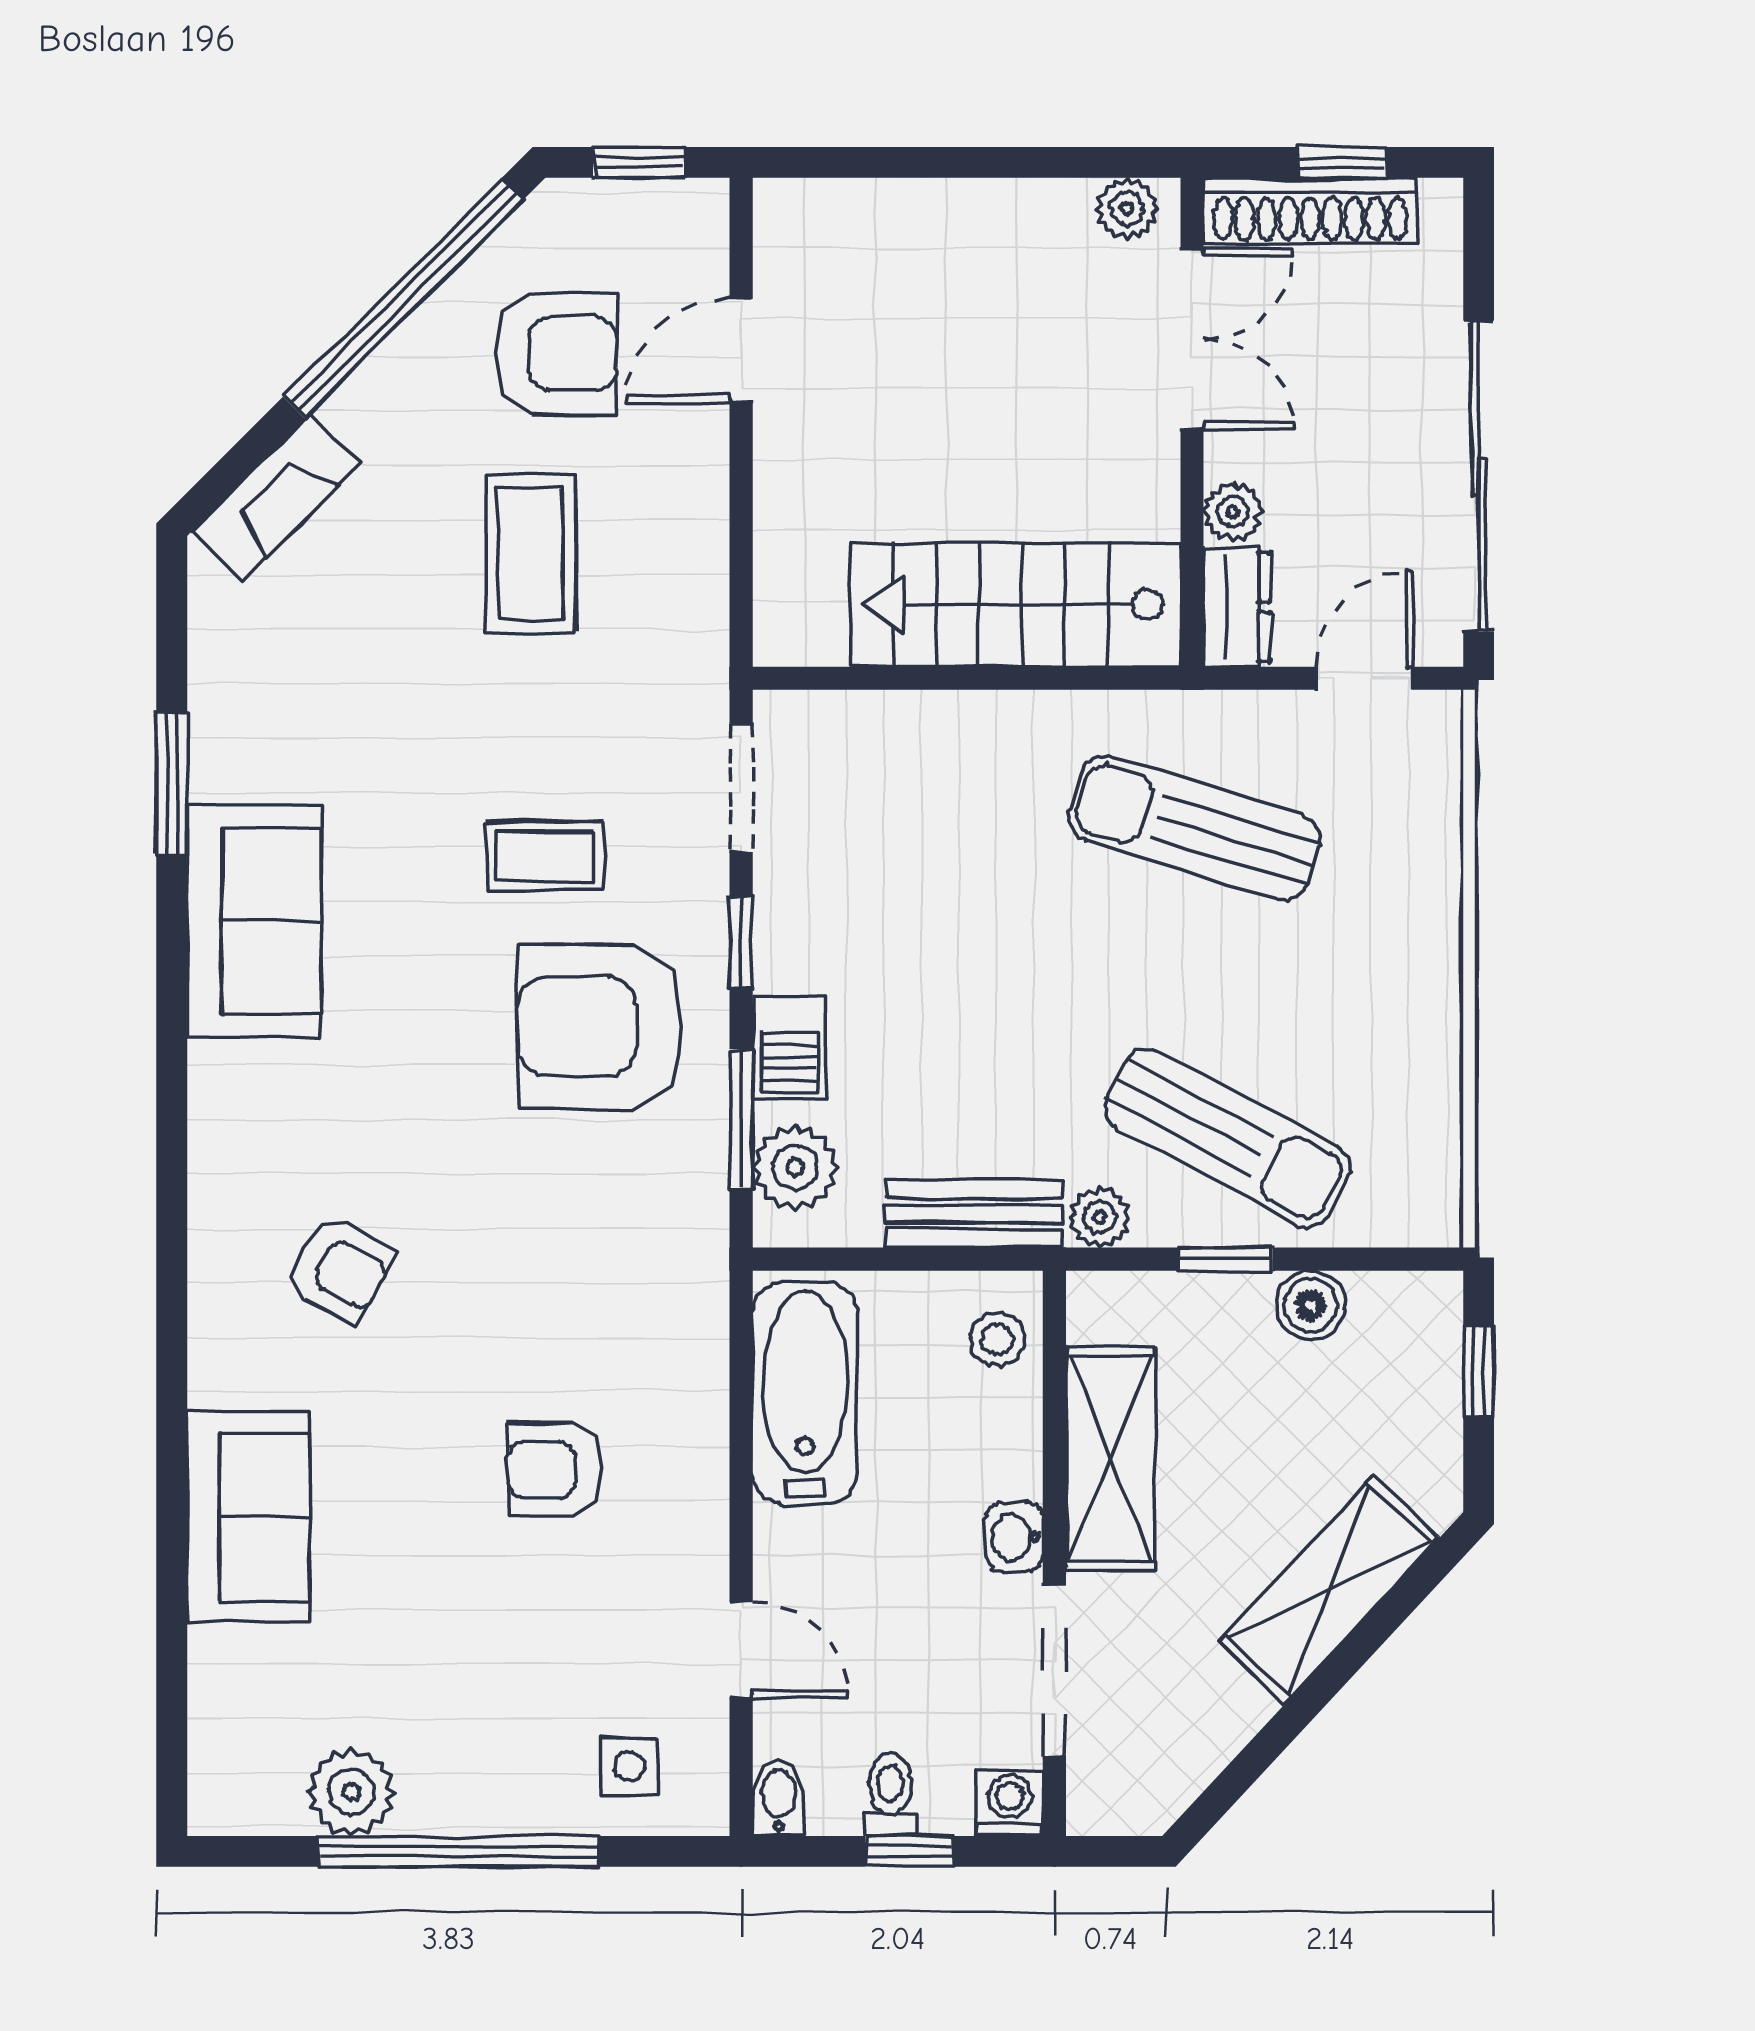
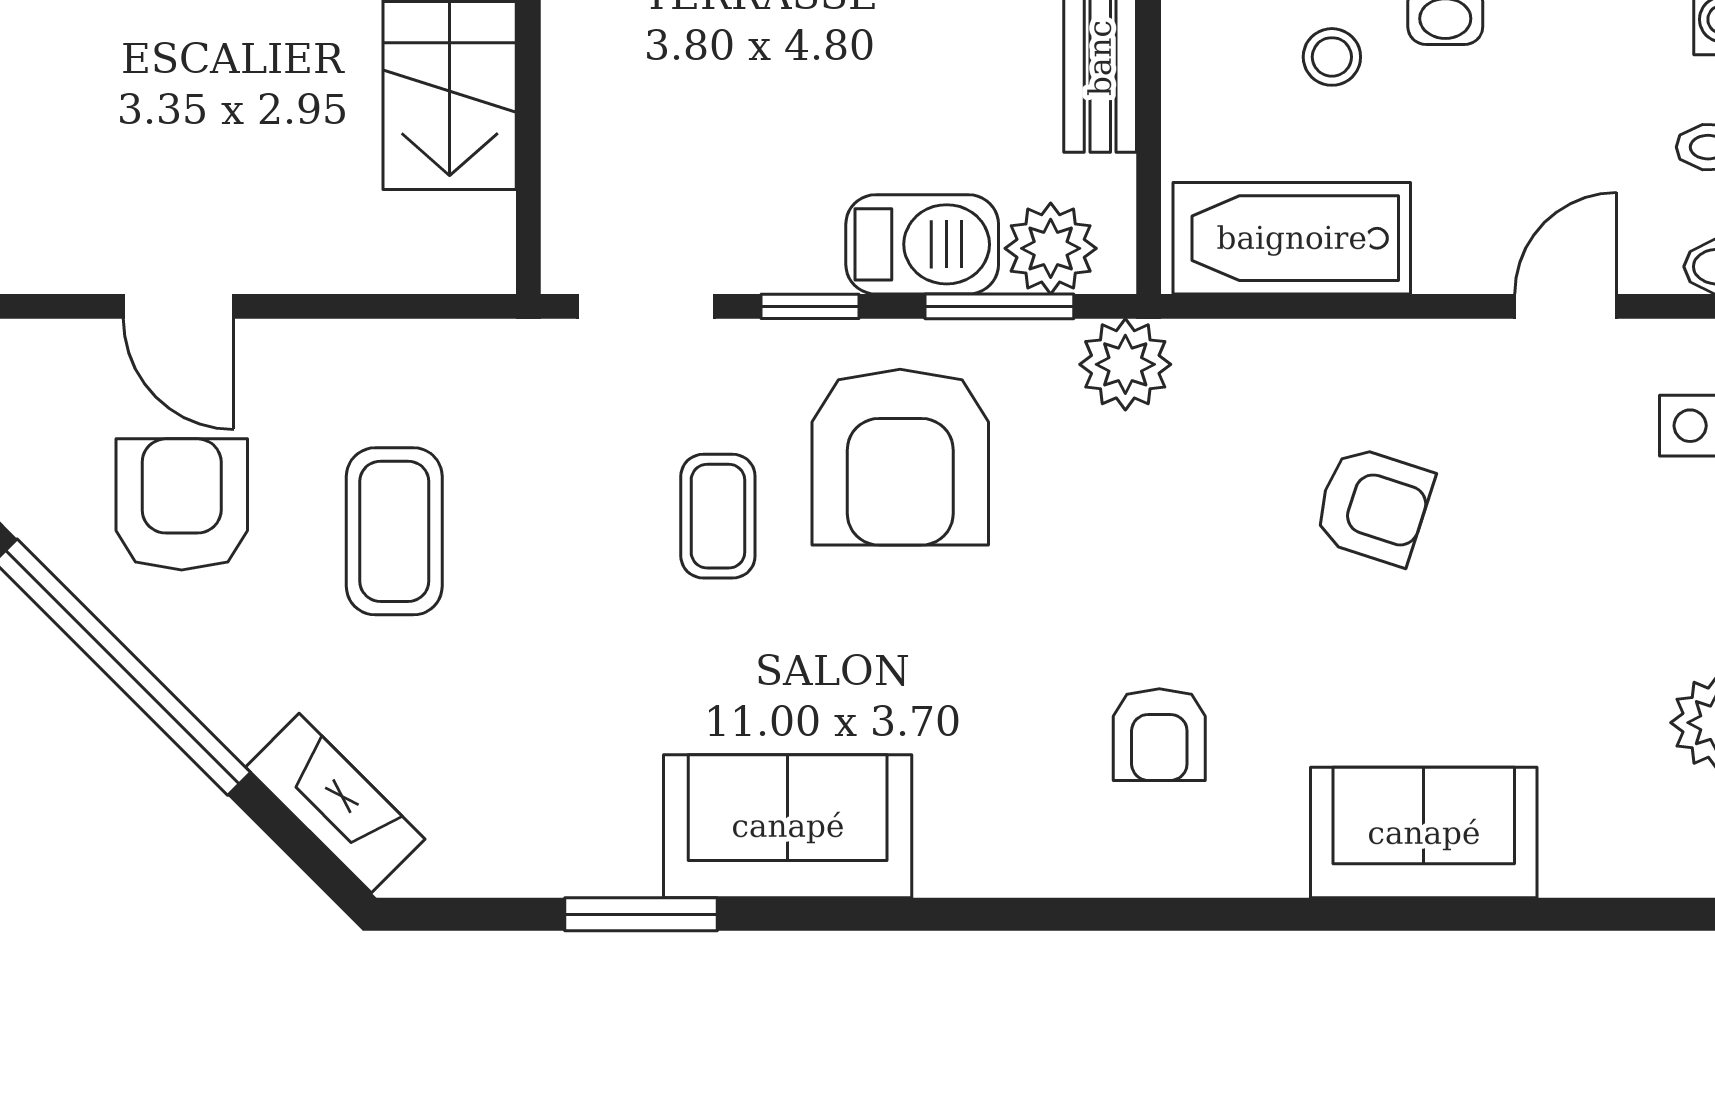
coffee table: (530, 553) -> (394, 531), turned 90
barbecue: (789, 1047) -> (922, 244), width x1.38, depth x1.27
plant: (687, 1237) -> (1125, 364), added
armchair: (340, 1269) -> (1159, 735), turned 151
stool: (997, 1339) -> (1332, 57), moved
armchair: (555, 1470) -> (1373, 506), turned -72

